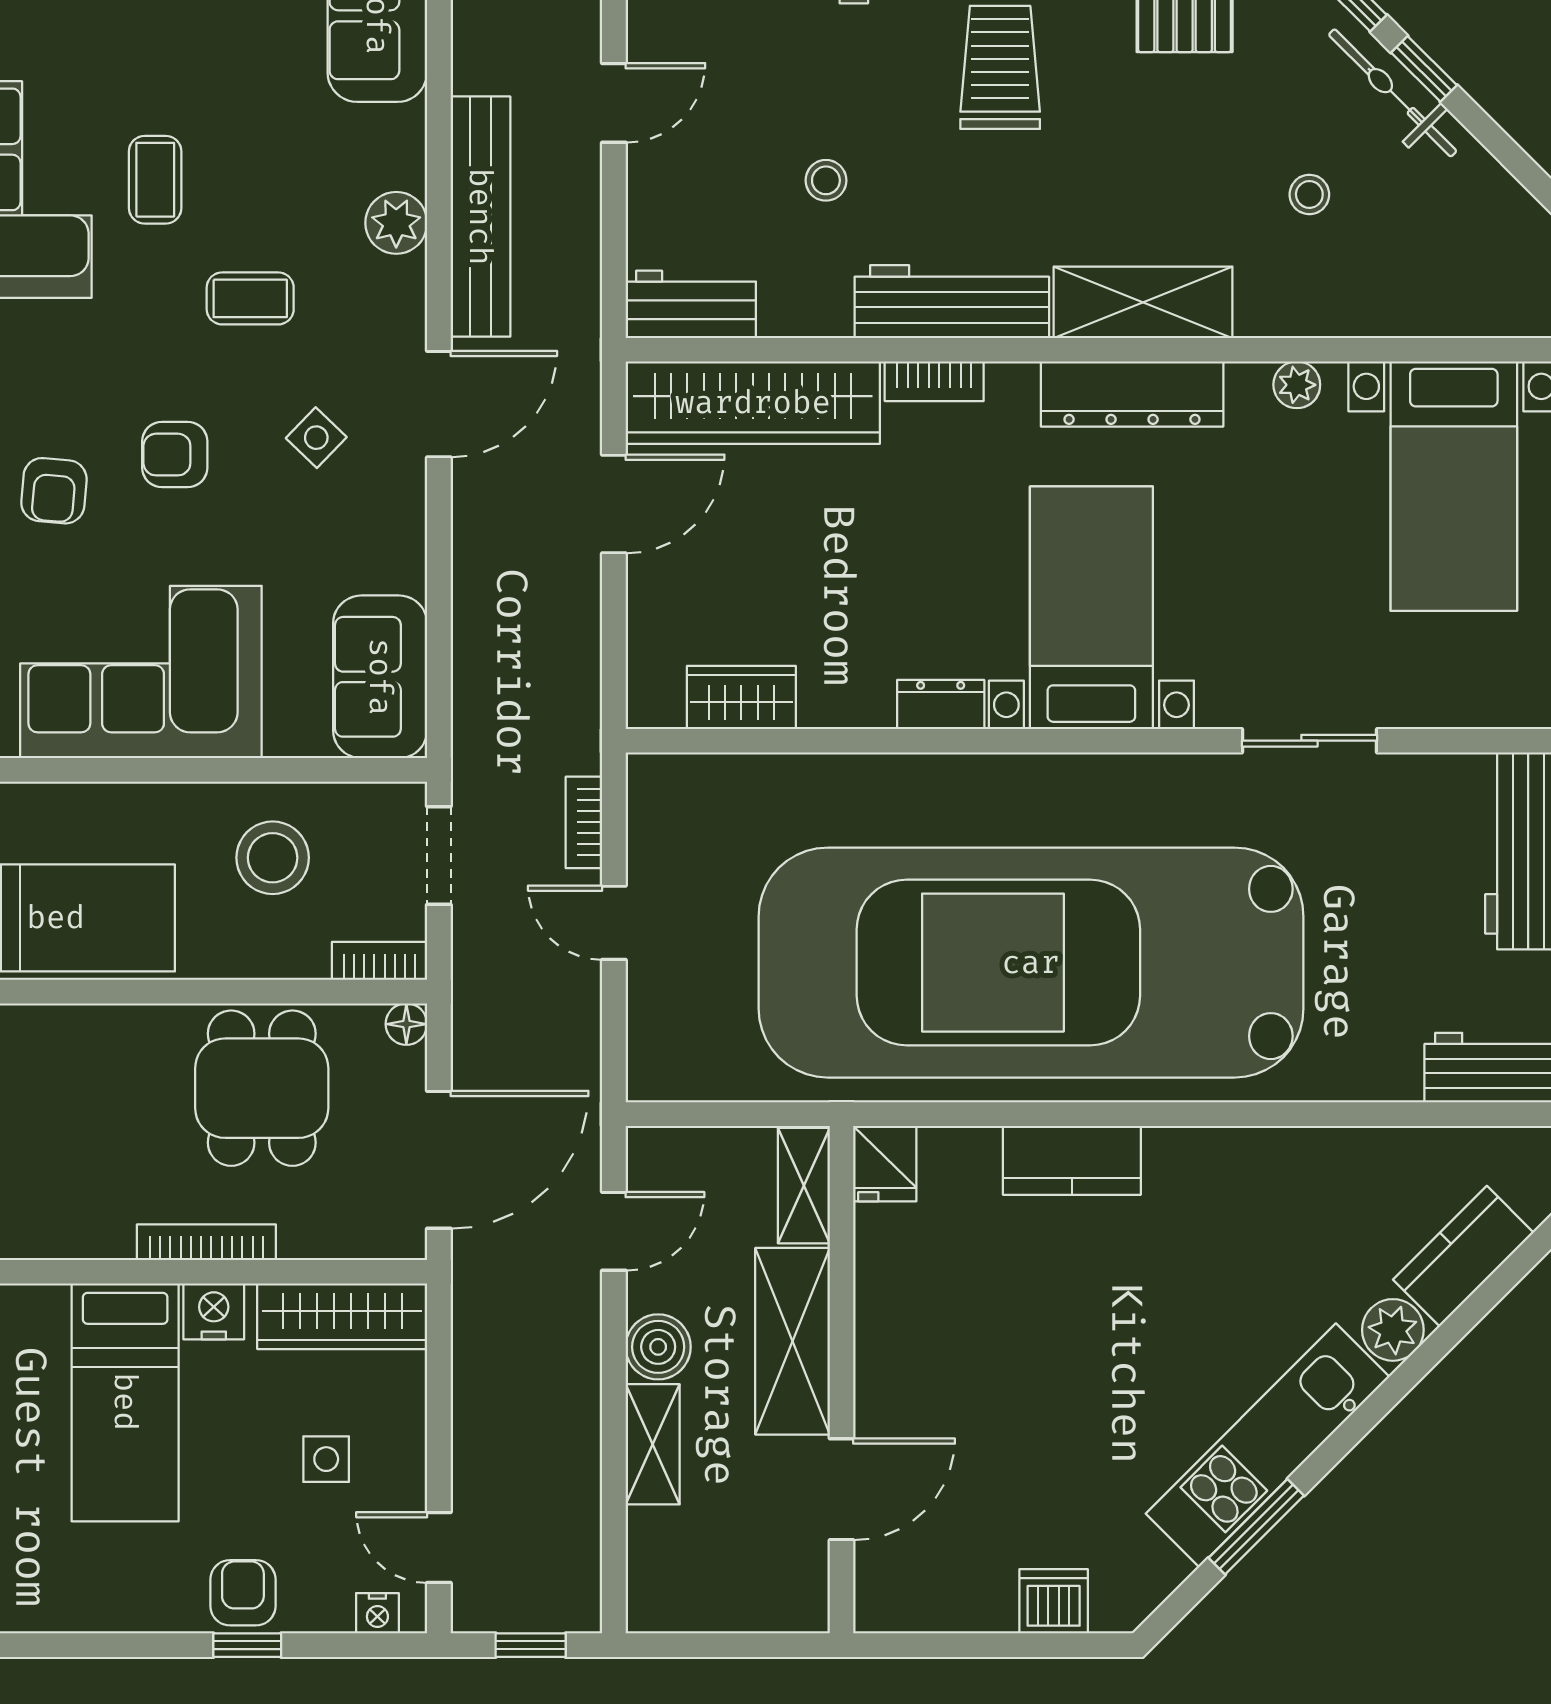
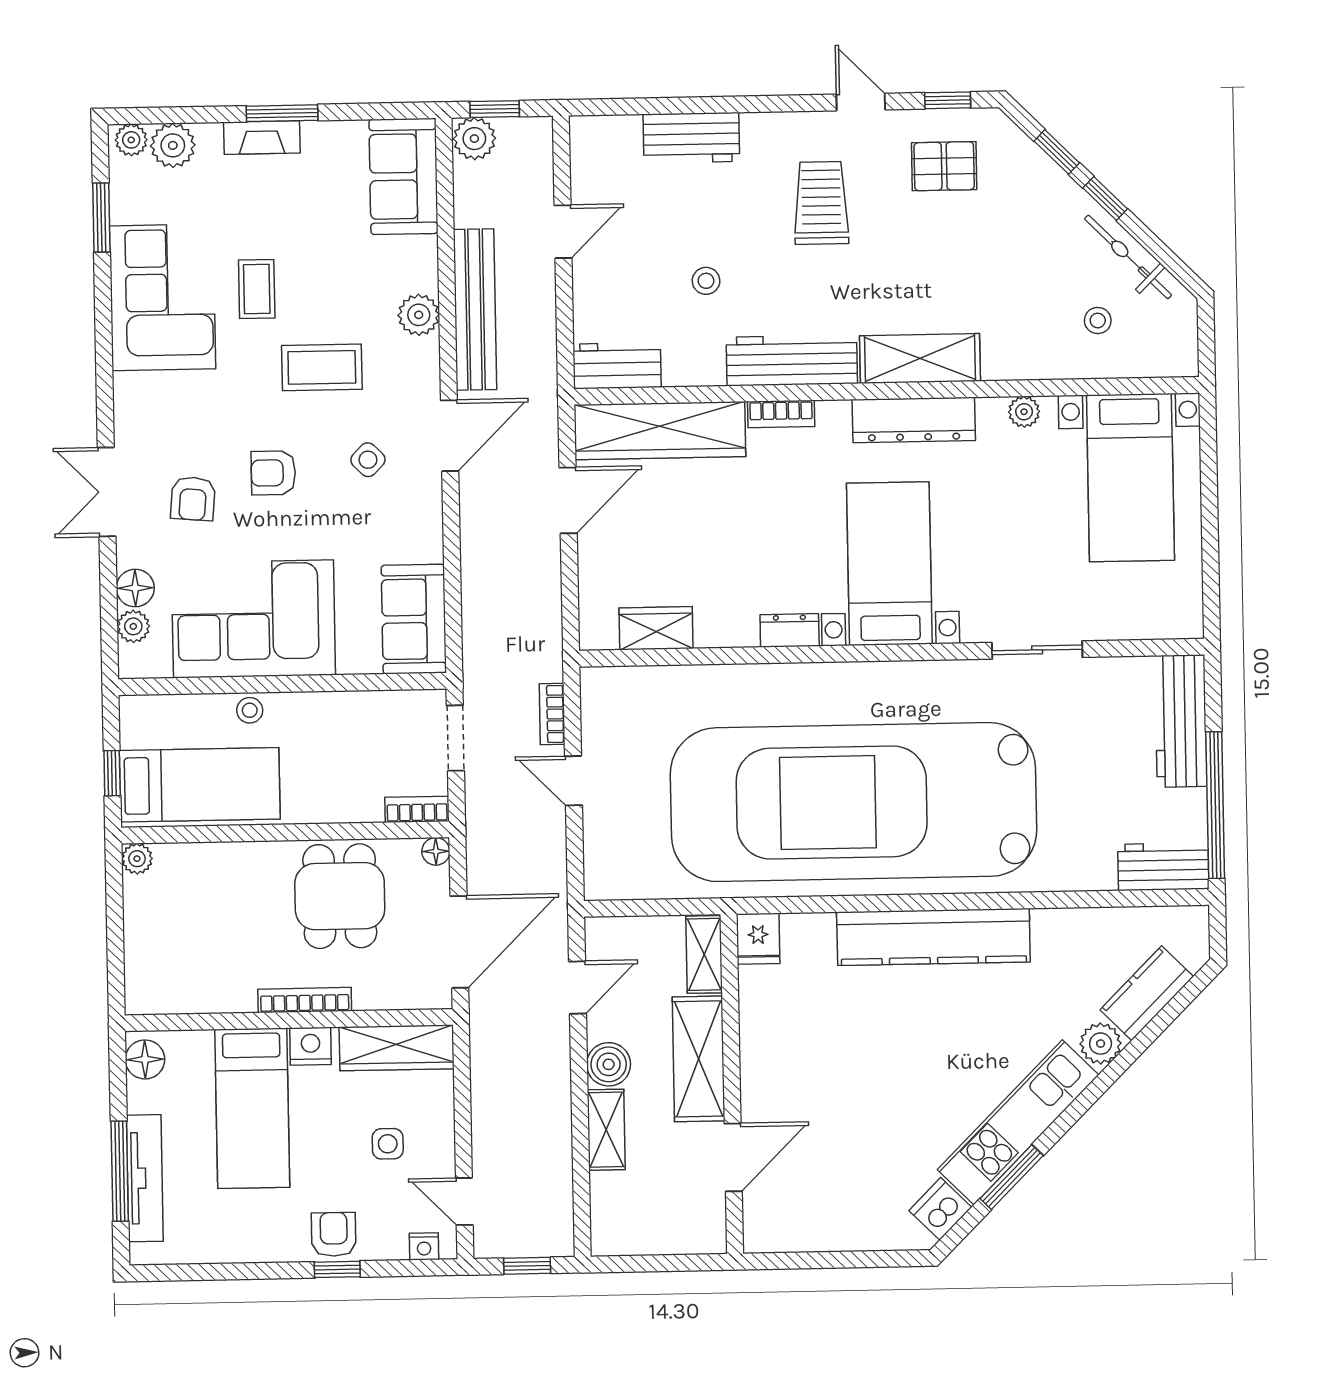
bicycle: (1393, 93) -> (1128, 257), moved
stool: (1309, 194) -> (1098, 320), moved
coffee table: (250, 298) -> (322, 367), width x1.36, depth x1.30
stool: (273, 858) -> (250, 710), moved, width x0.53, depth x0.53
kitchen counter: (1072, 1160) -> (933, 937), width x2.08, depth x1.17
dishwasher: (1054, 1601) -> (940, 1209), moved, turned -45

